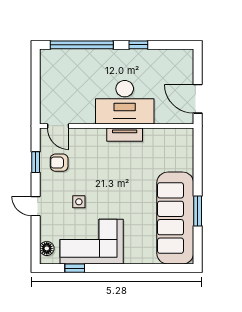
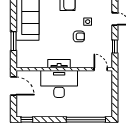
window: (138, 45) -> (27, 120), moved
armchair: (59, 163) -> (79, 36), moved
window: (198, 211) -> (13, 41), moved

